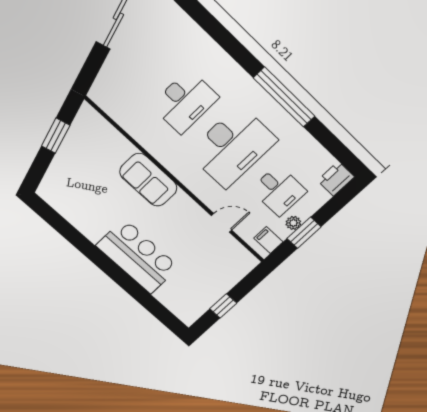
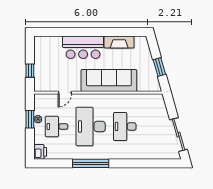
sofa: (148, 180) -> (109, 81), width x1.85, depth x1.27
fireplace: (81, 219) -> (119, 42), added
filing cabinet: (268, 240) -> (40, 103), removed
window: (223, 306) -> (30, 71), moved

